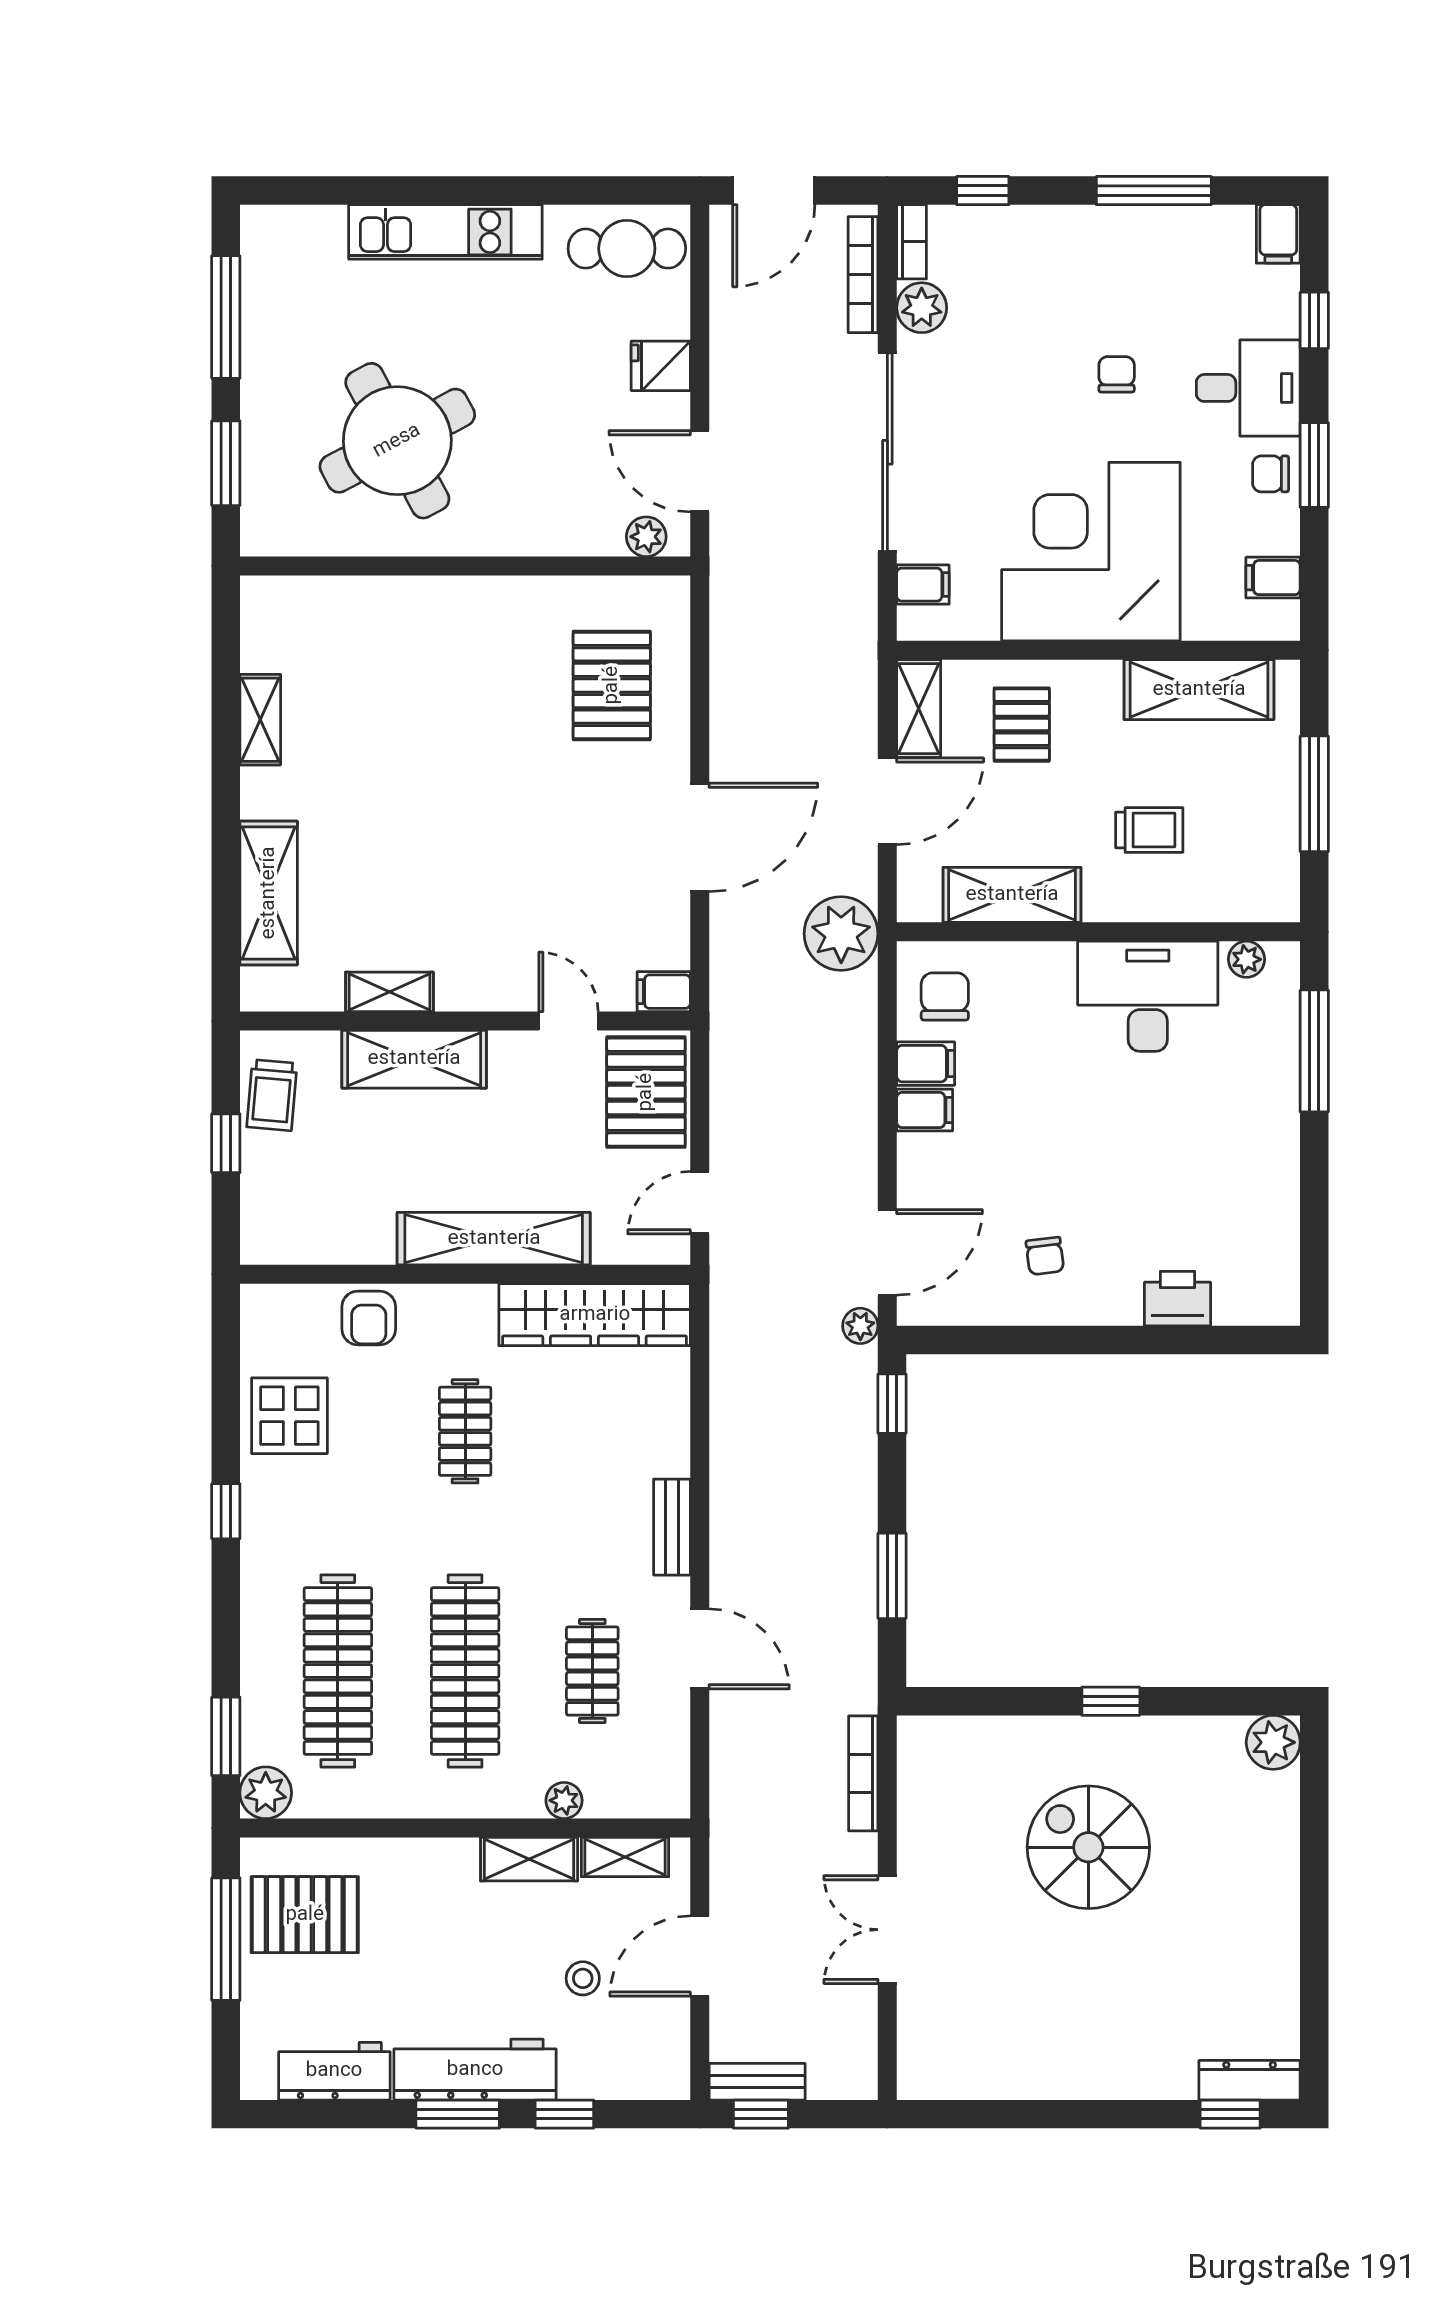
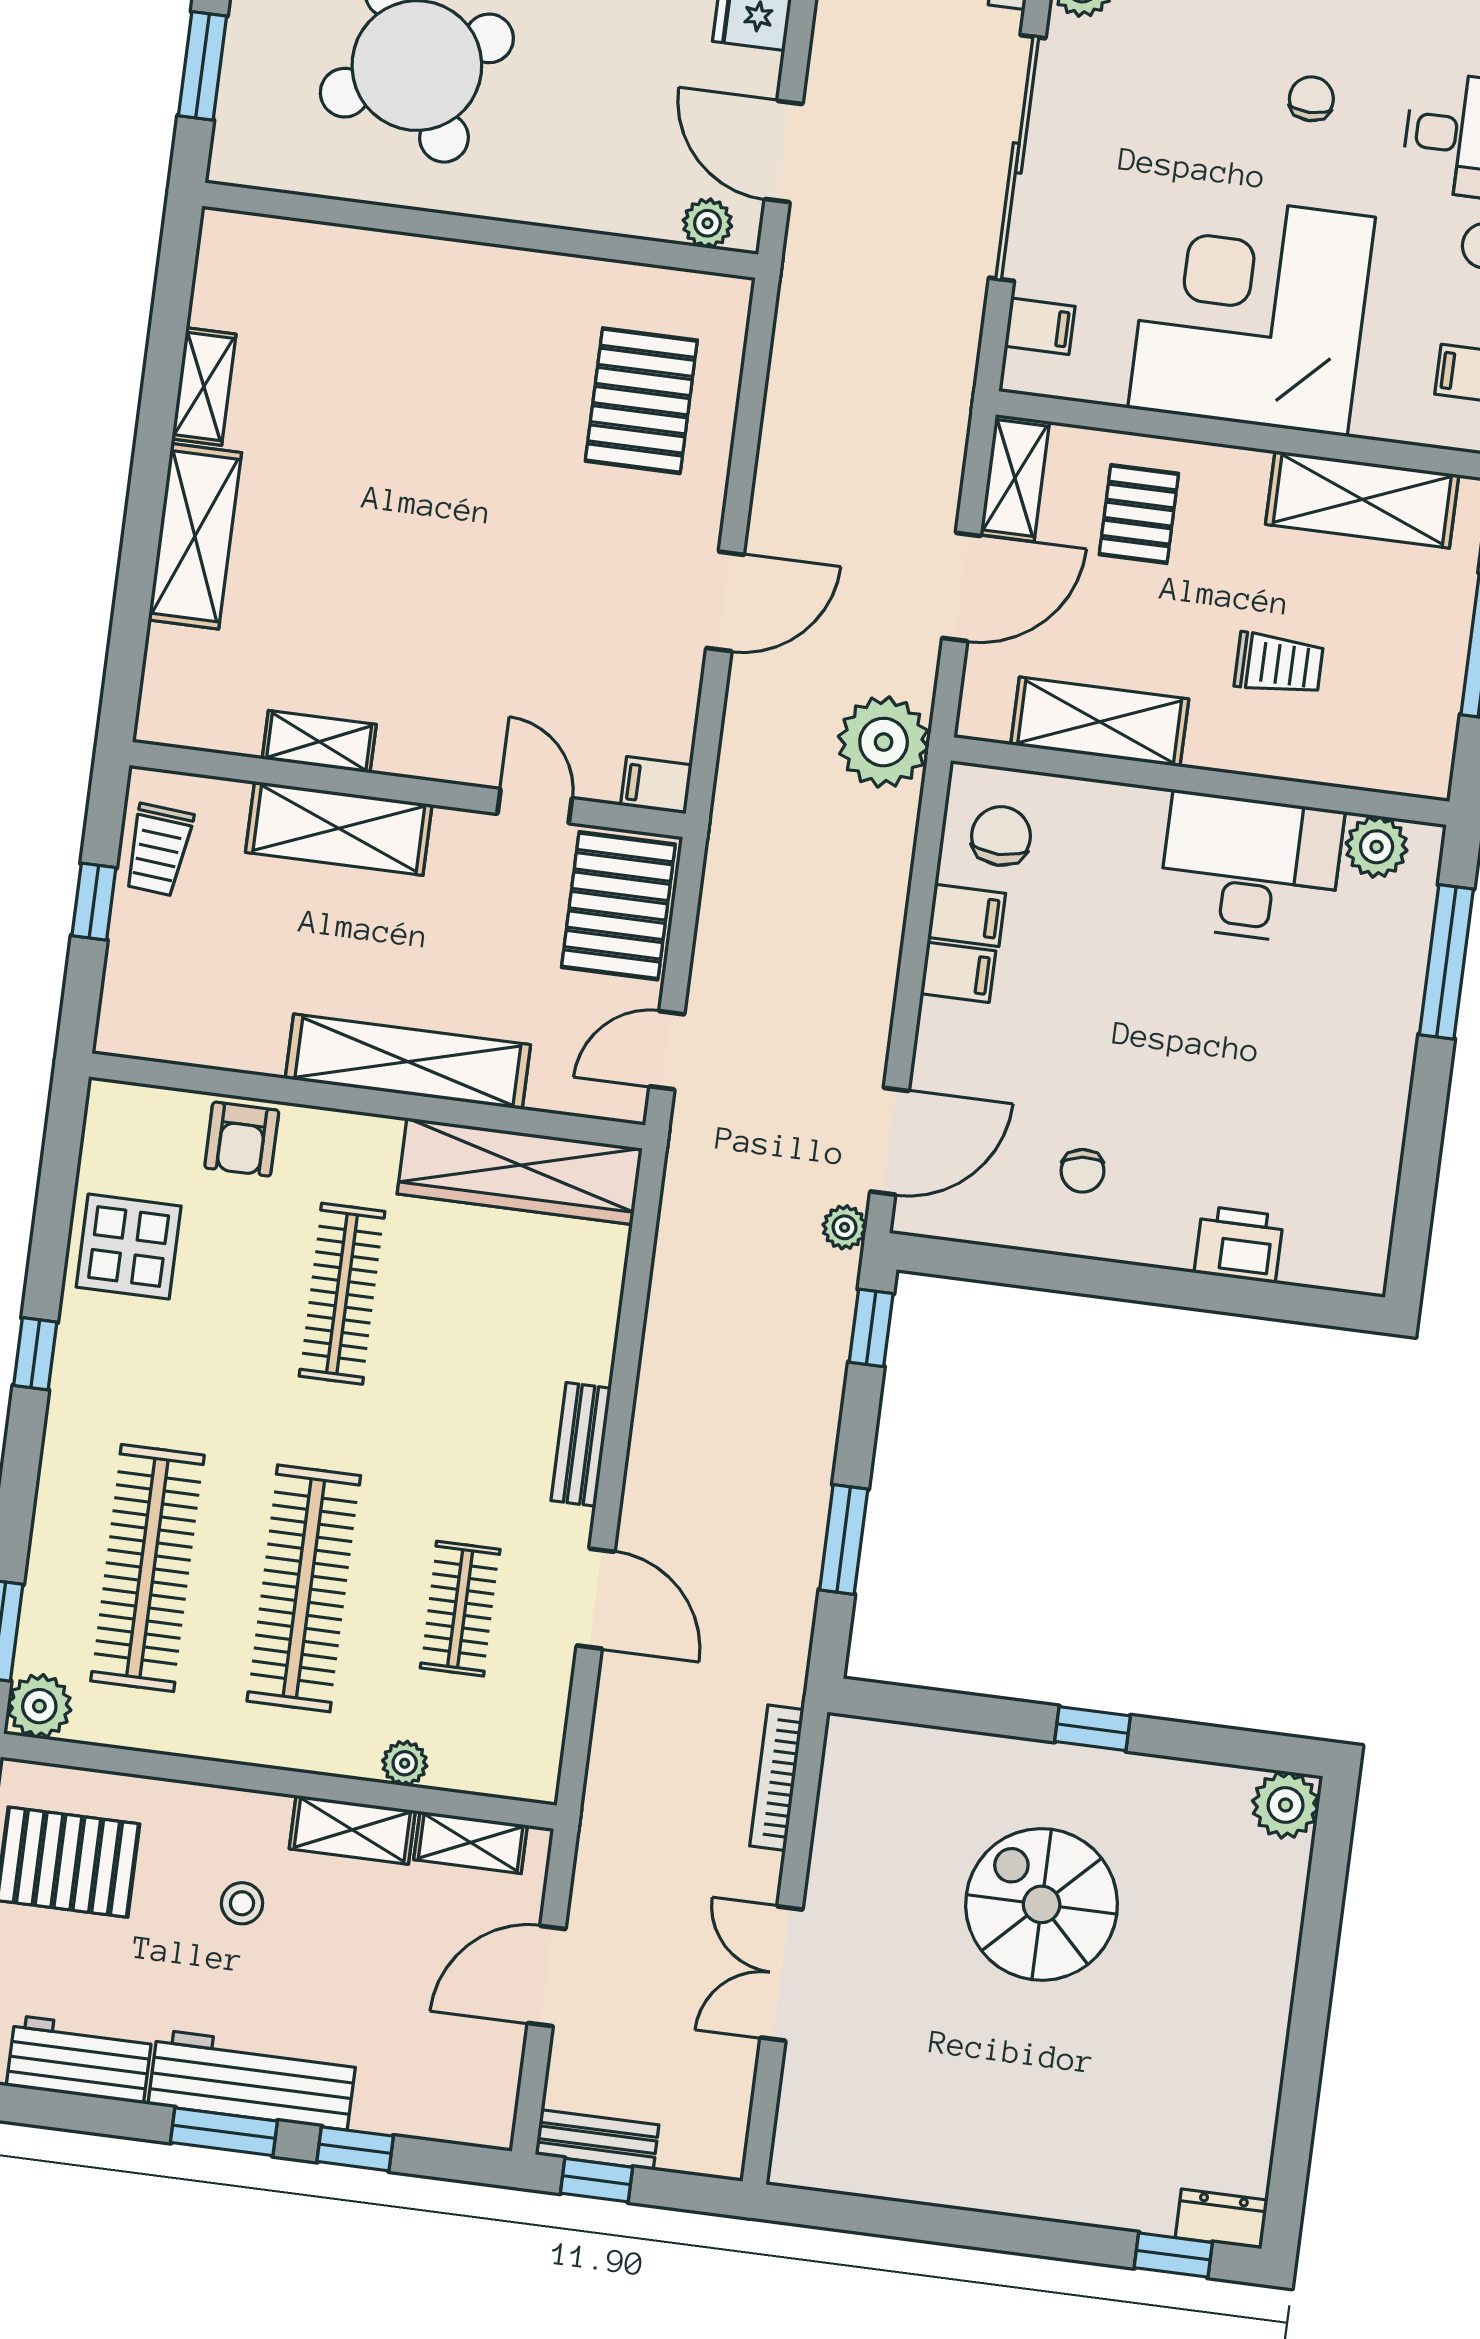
door: (700, 837) -> (725, 601), width x0.73
shelving: (269, 893) -> (195, 536), moved
plant: (1246, 959) -> (1377, 847), width x1.38, depth x1.38
clothes rail: (465, 1431) -> (342, 1294), width x1.36
stool: (583, 1978) -> (242, 1903), moved
dresser: (1250, 2080) -> (1221, 2219), width x0.70

